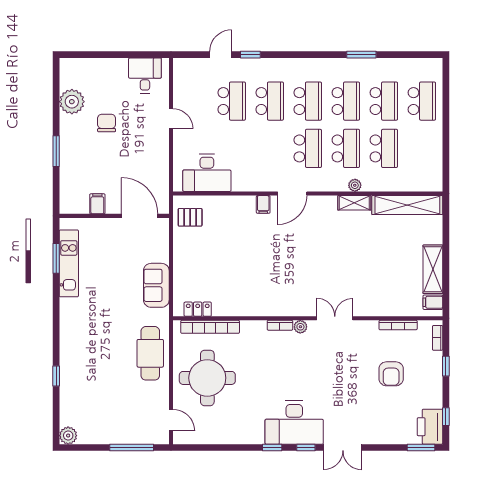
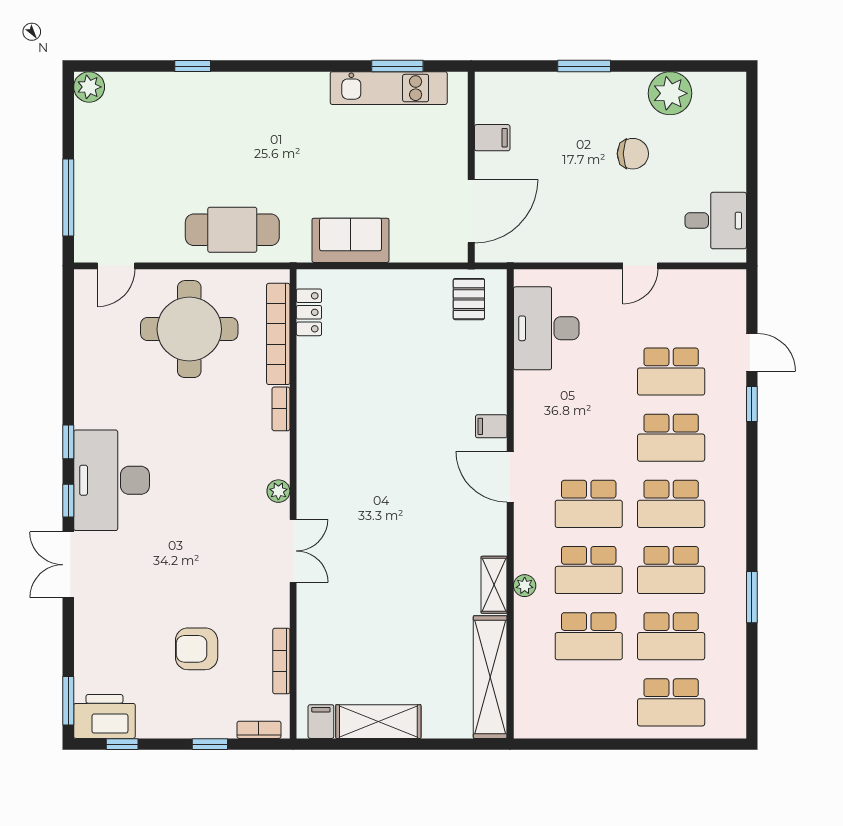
bookcase: (280, 325) -> (281, 409), moved

